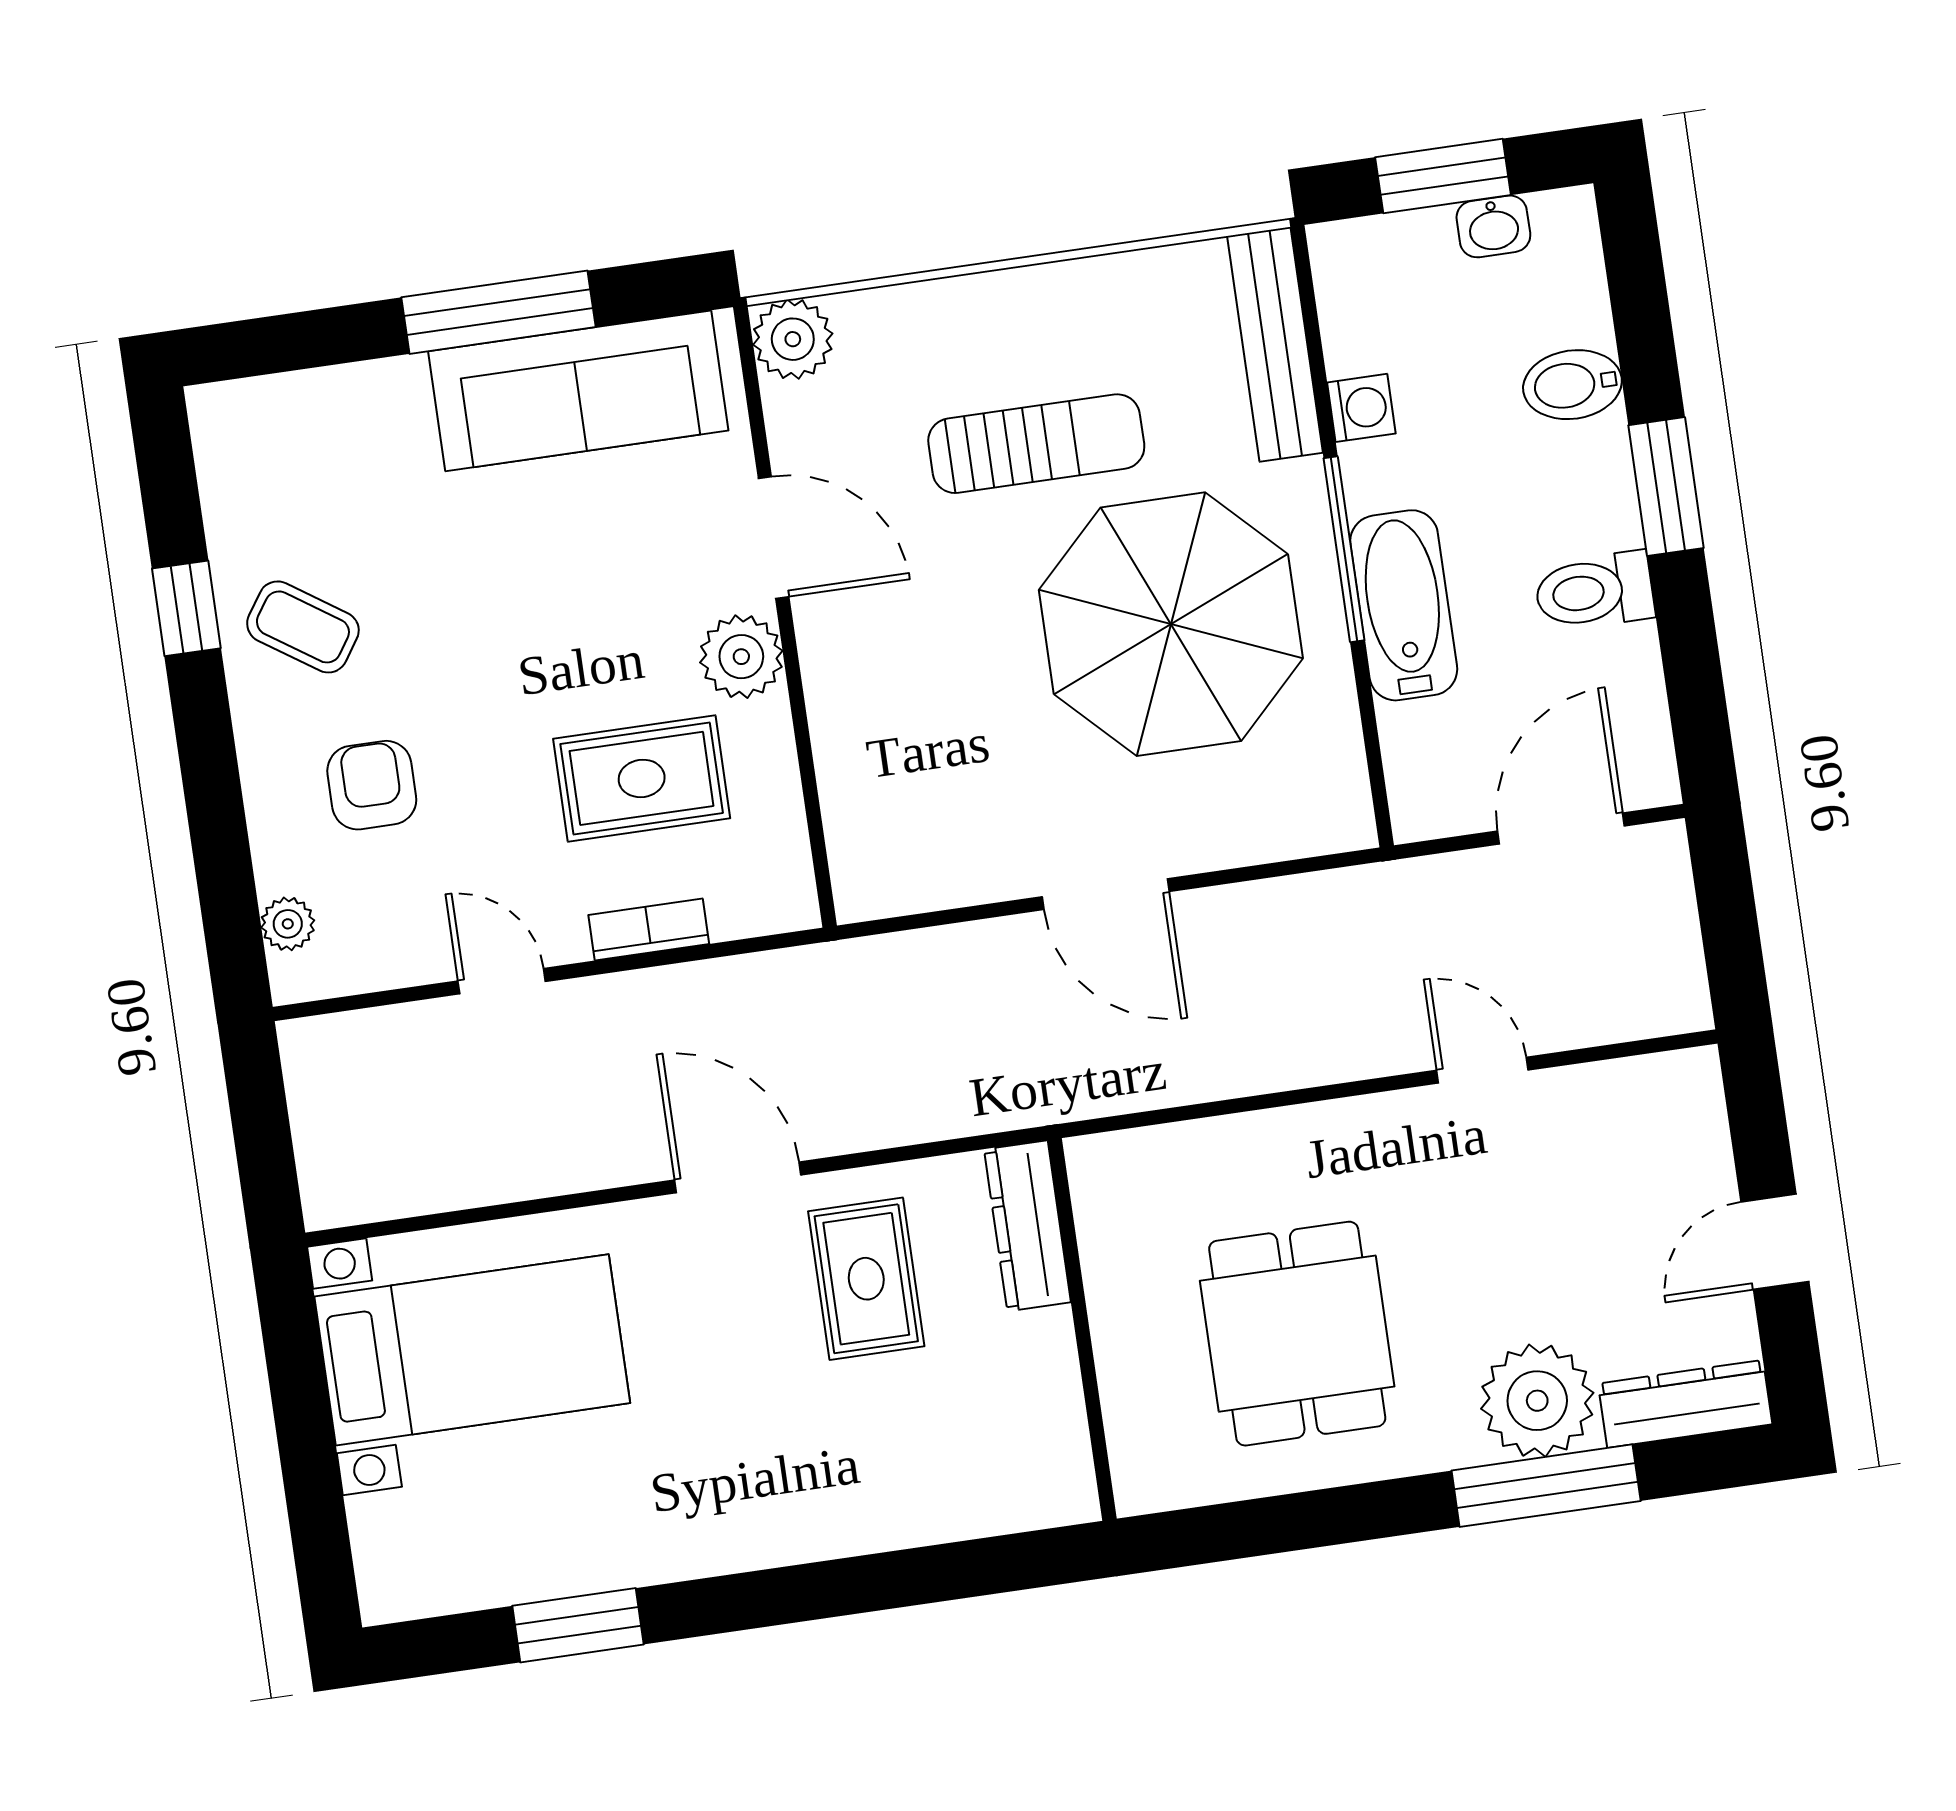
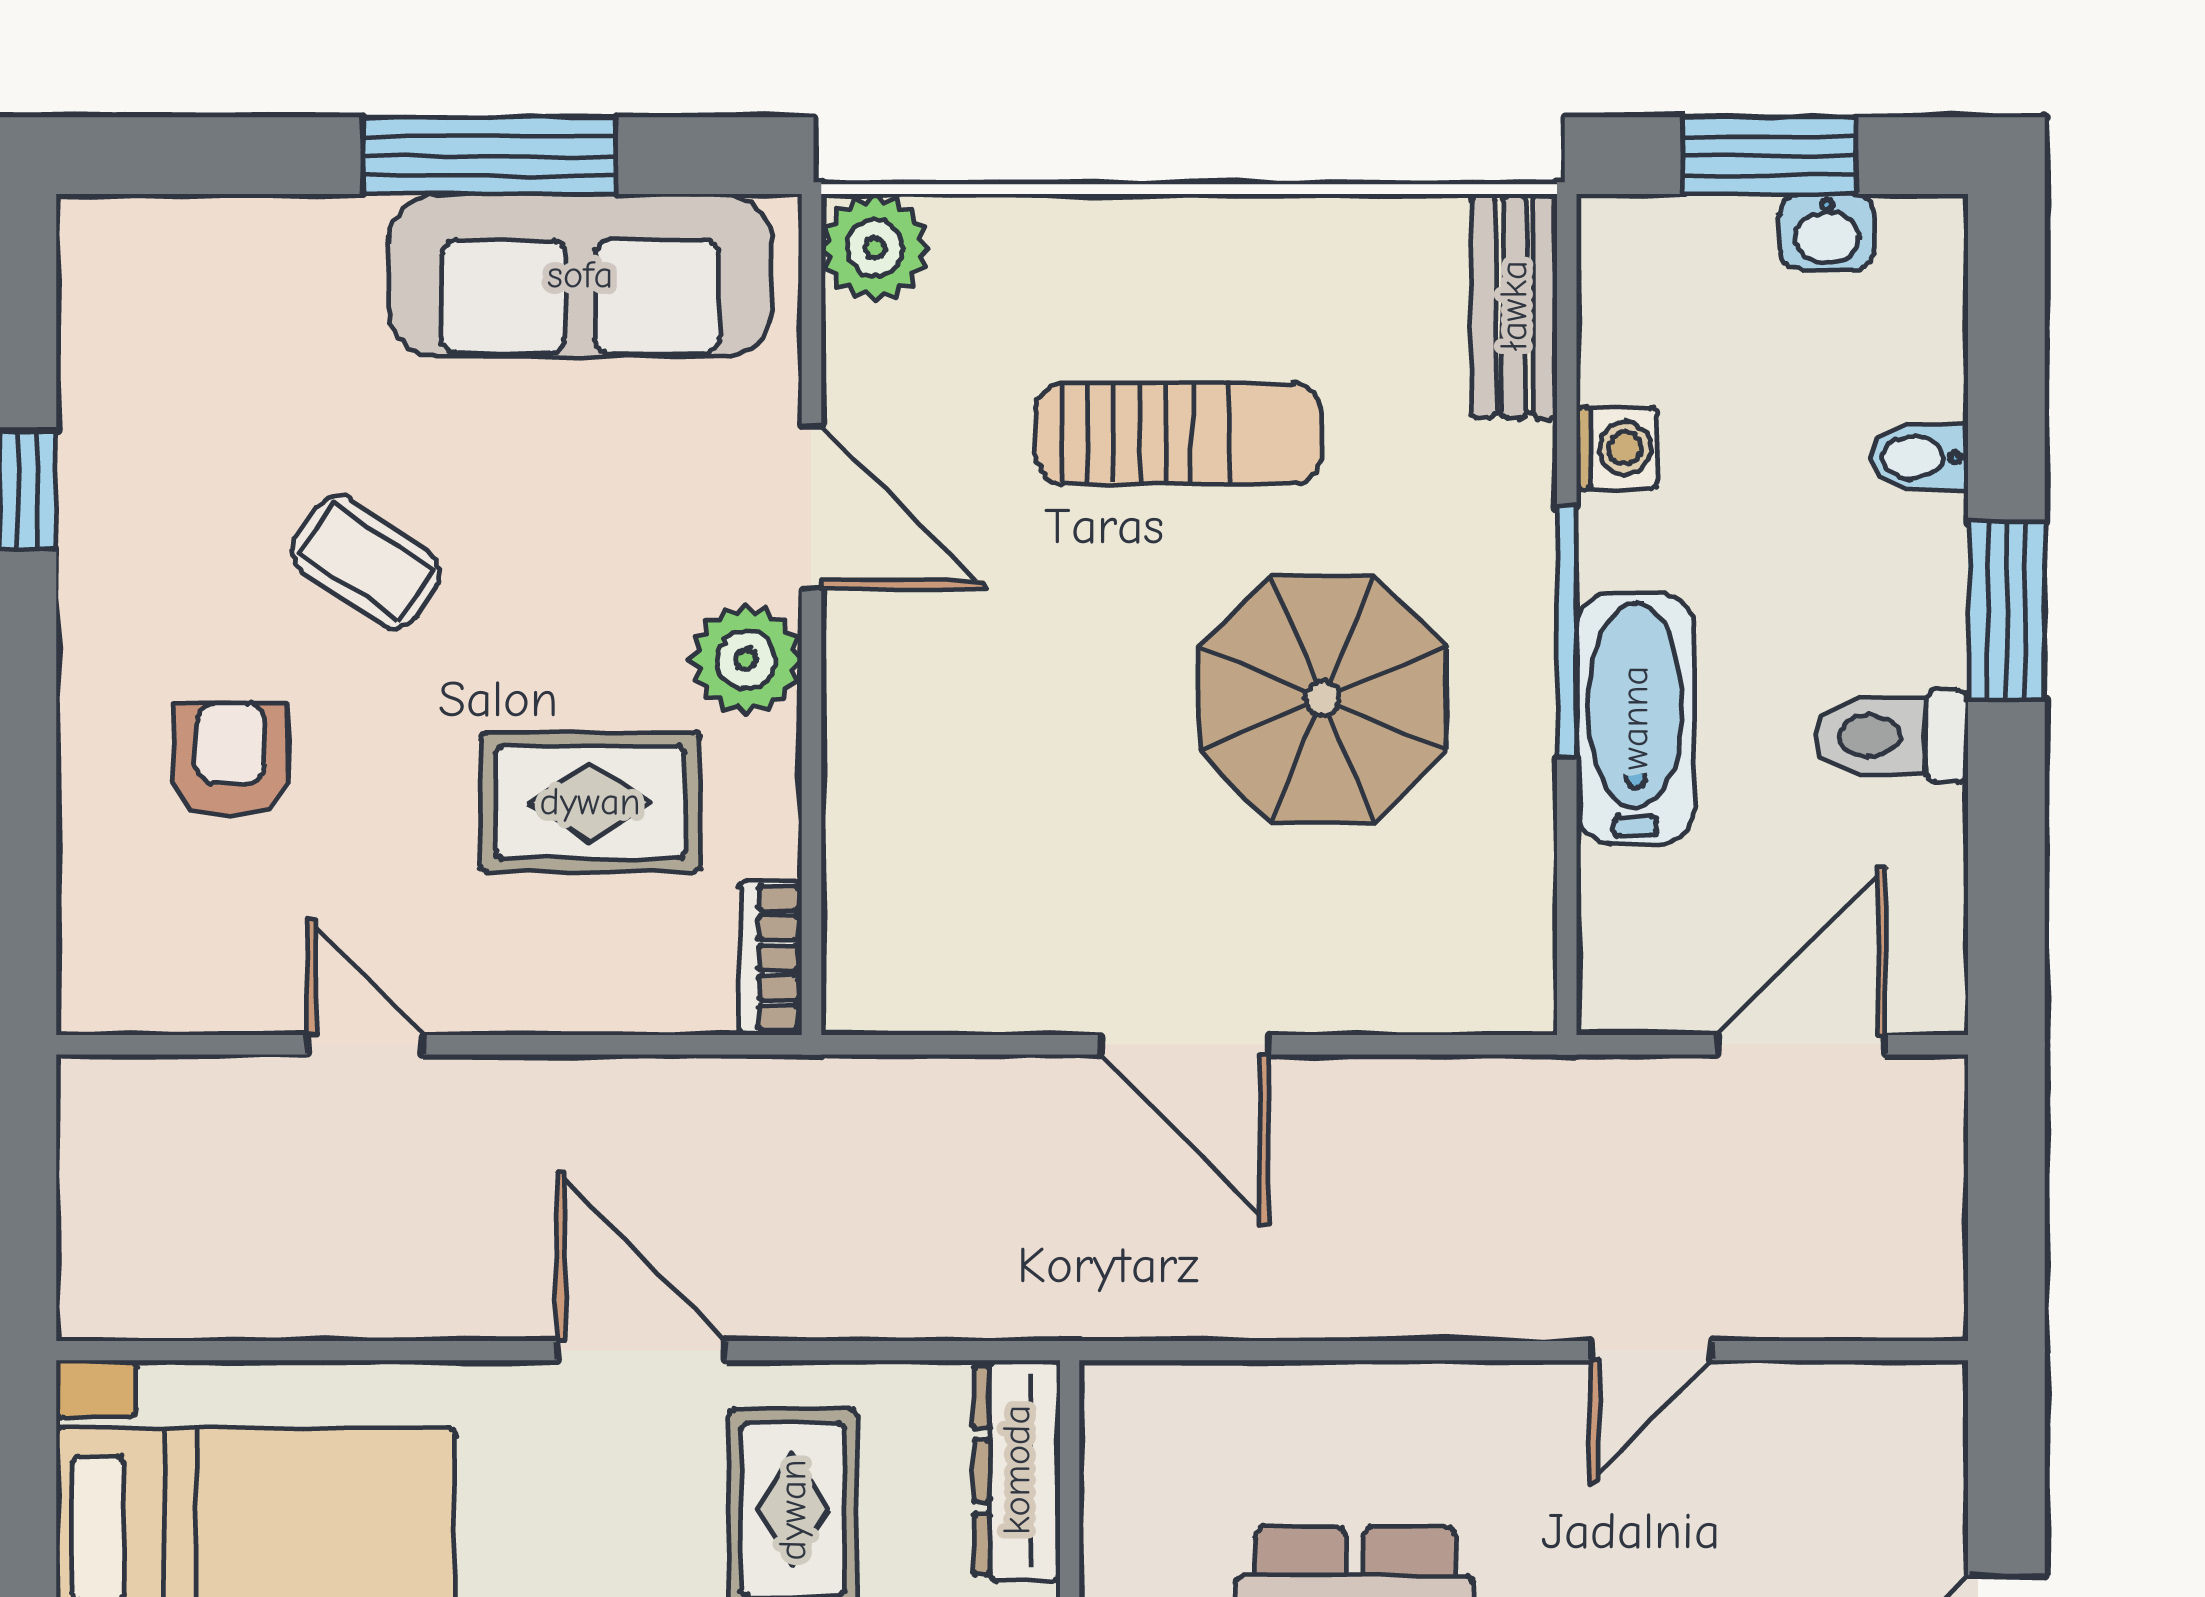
bench: (1275, 344) -> (1514, 306), width x0.73
bidet: (1572, 385) -> (1919, 457), width x0.72, depth x0.74
parasol: (1171, 624) -> (1323, 699), width x0.73, depth x0.73
coffee table: (303, 627) -> (366, 562), moved
plant: (288, 924) -> (92, 928), removed
bookcase: (649, 929) -> (771, 958), moved, turned -90
door: (1482, 1070) -> (1651, 1351), swing flipped

